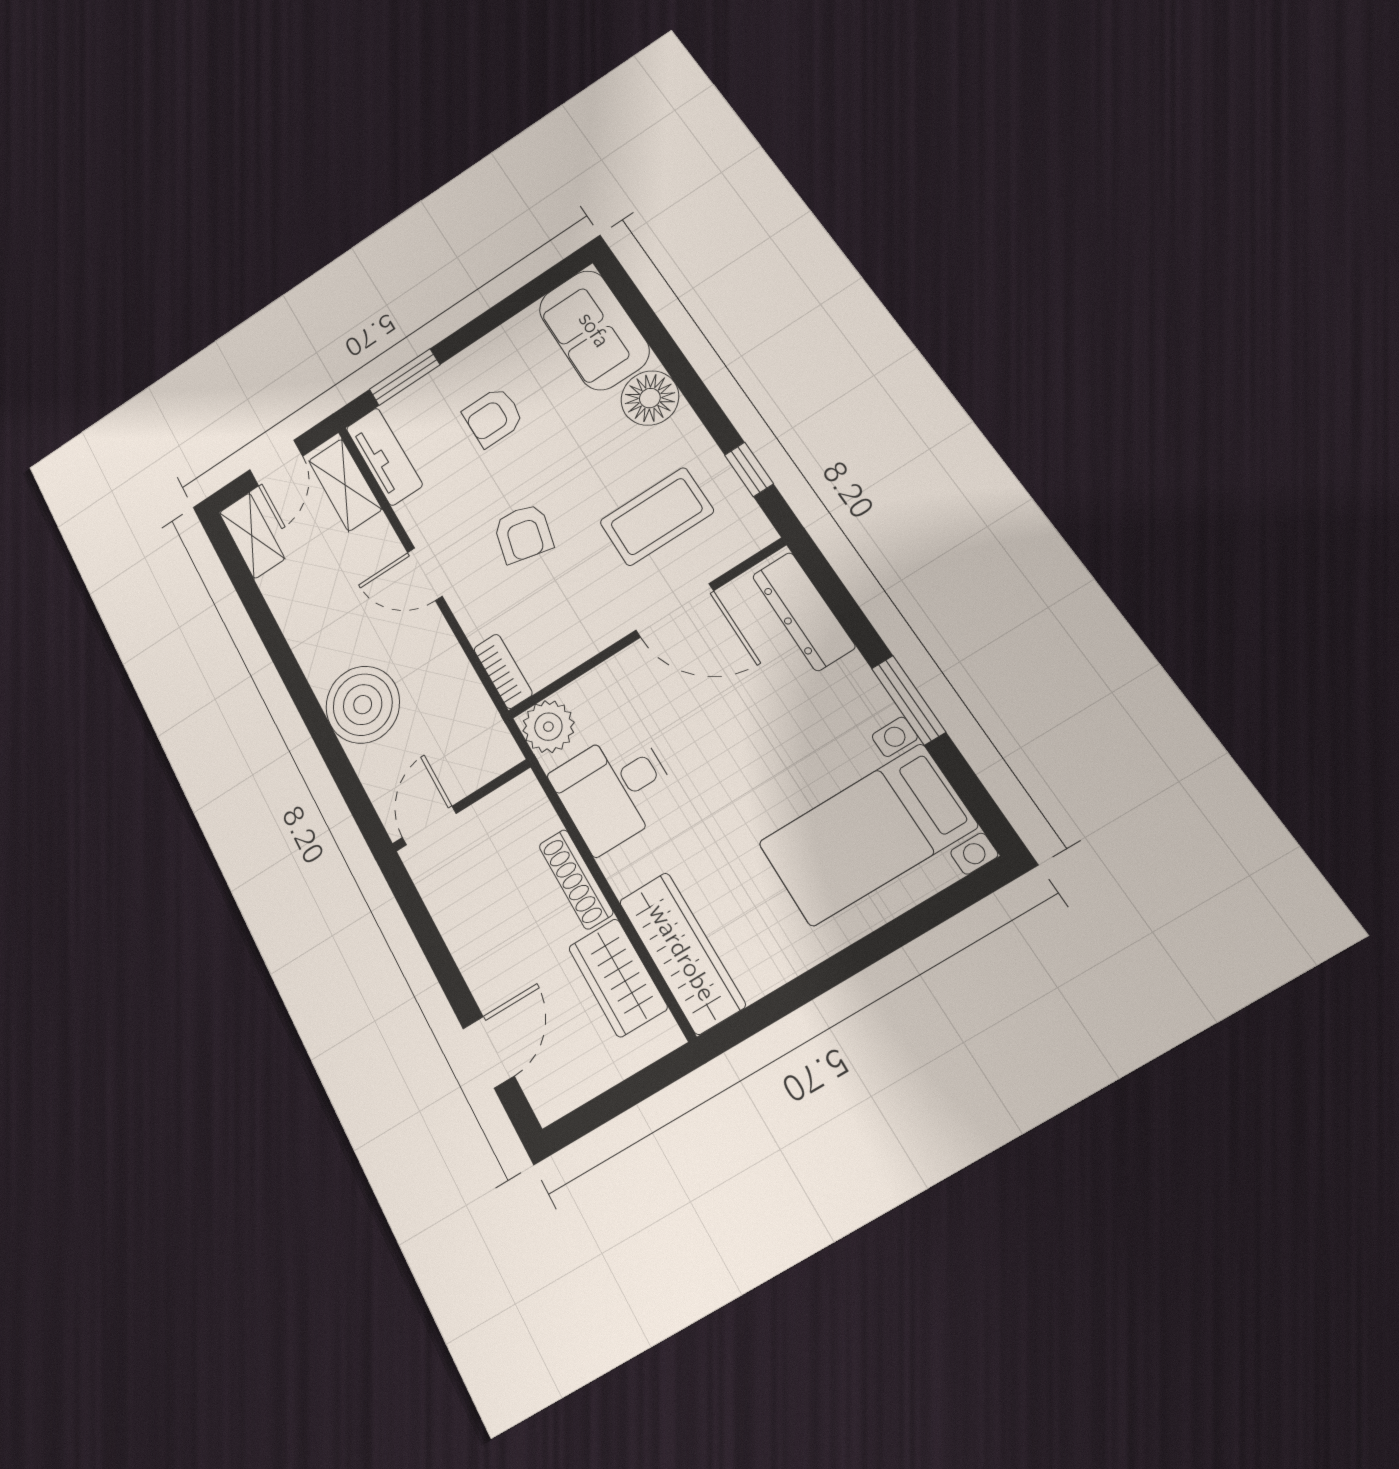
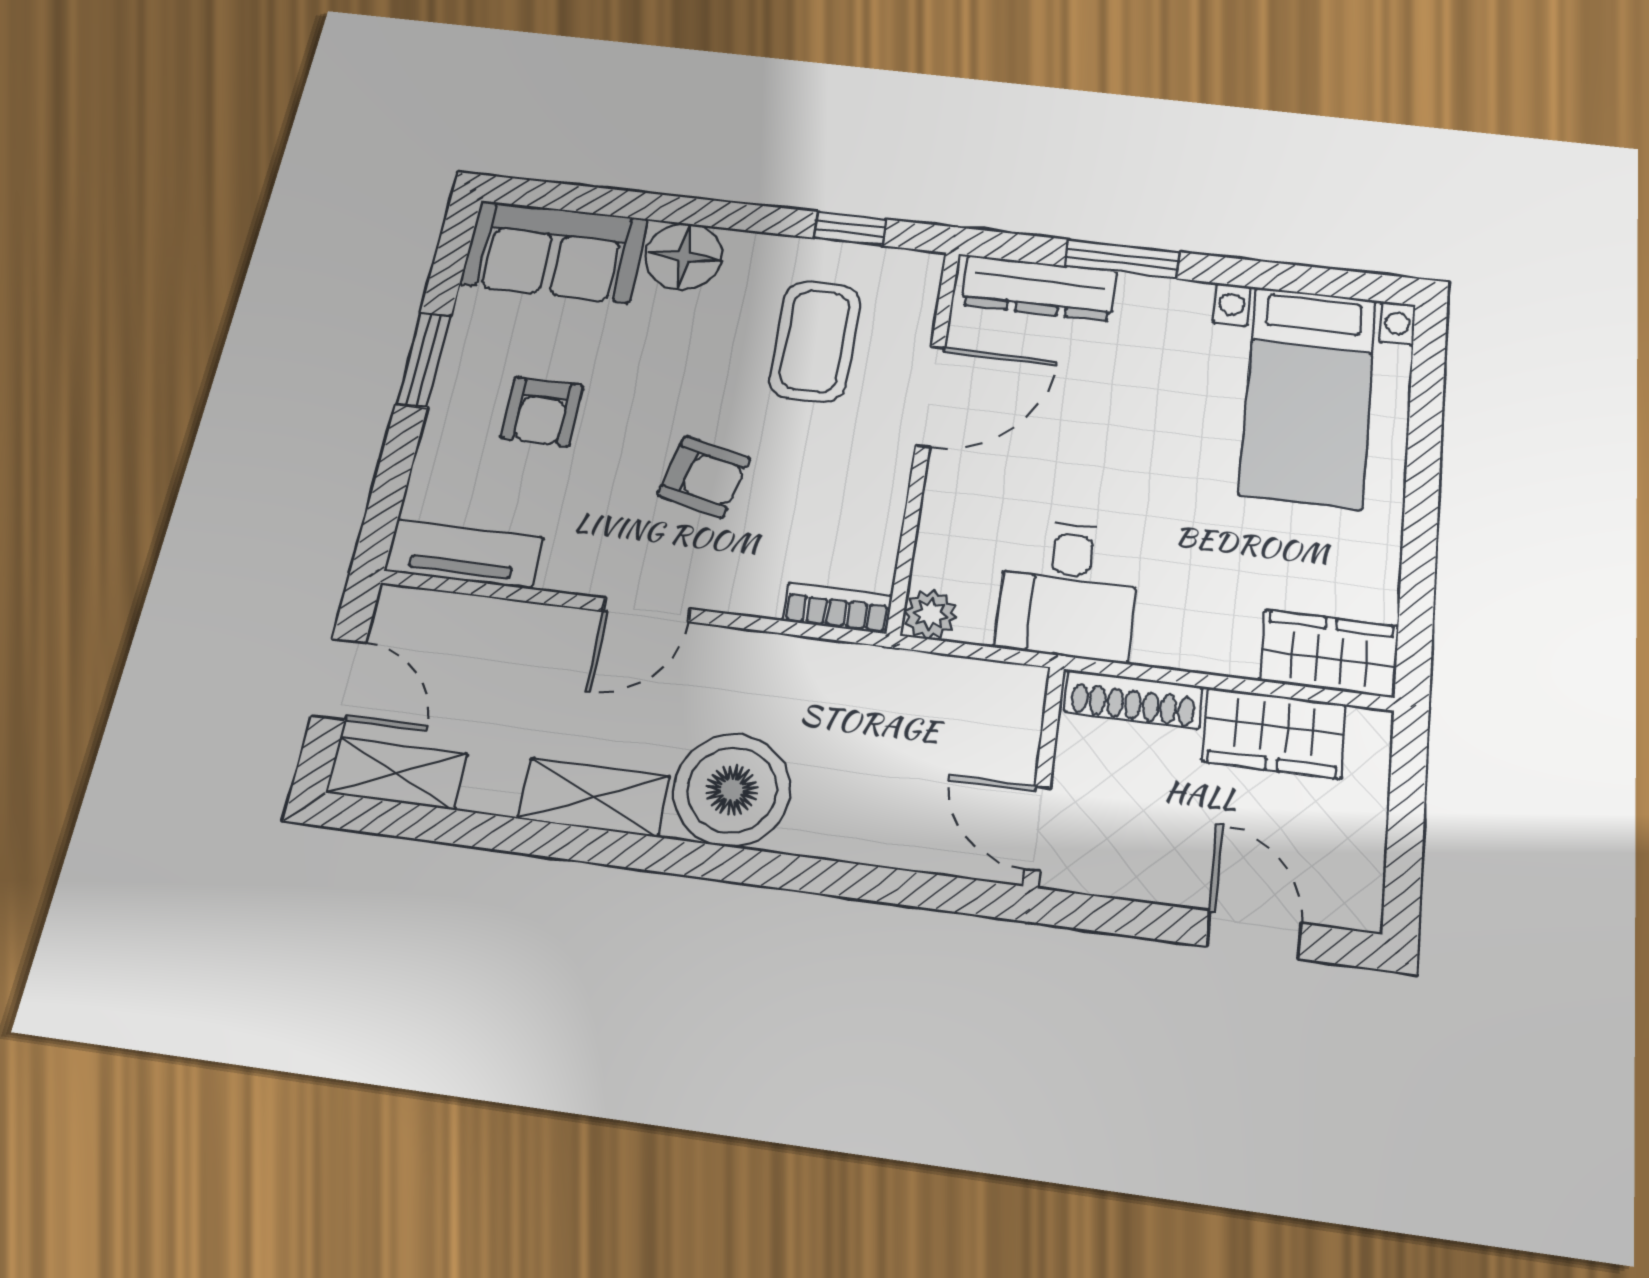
window: (405, 377) -> (424, 360), moved
shelving: (345, 485) -> (594, 797), moved
window: (908, 700) -> (1123, 259), moved
plant: (548, 727) -> (930, 614), width x0.73, depth x0.73
wall: (461, 805) -> (1044, 775), moved
door: (429, 826) -> (1037, 828), moved
wardrobe: (682, 953) -> (1329, 654), width x0.67

